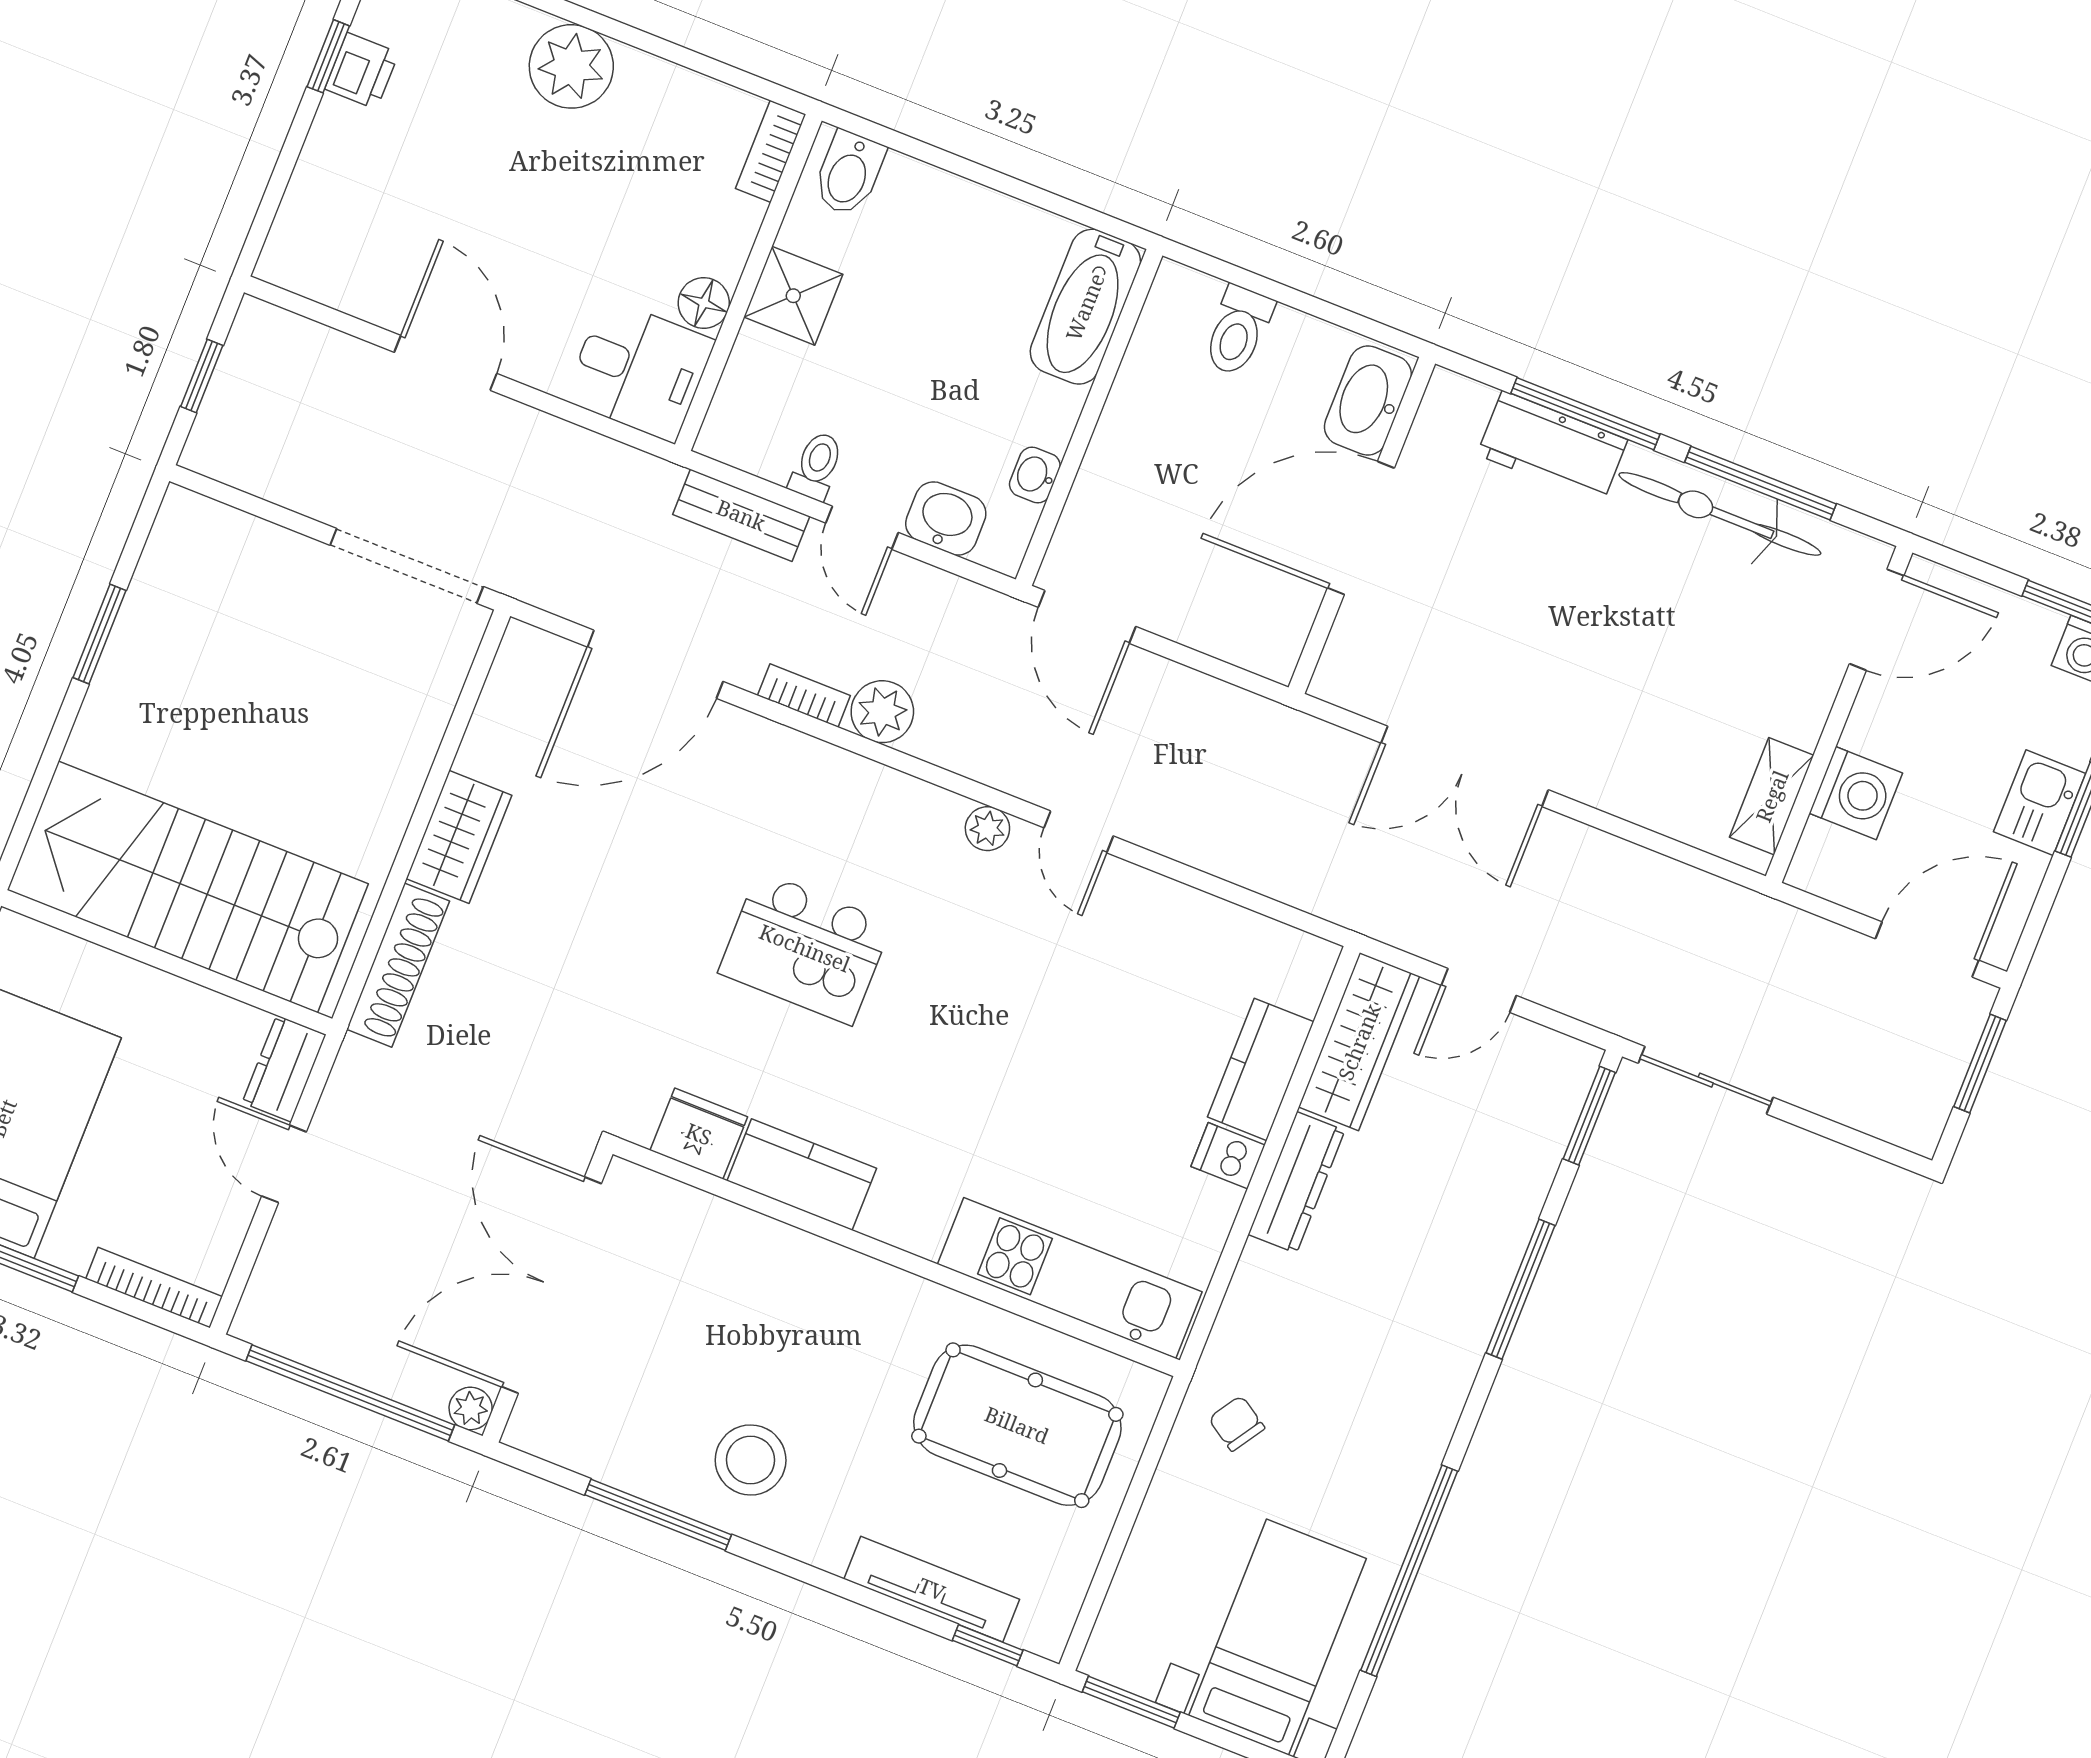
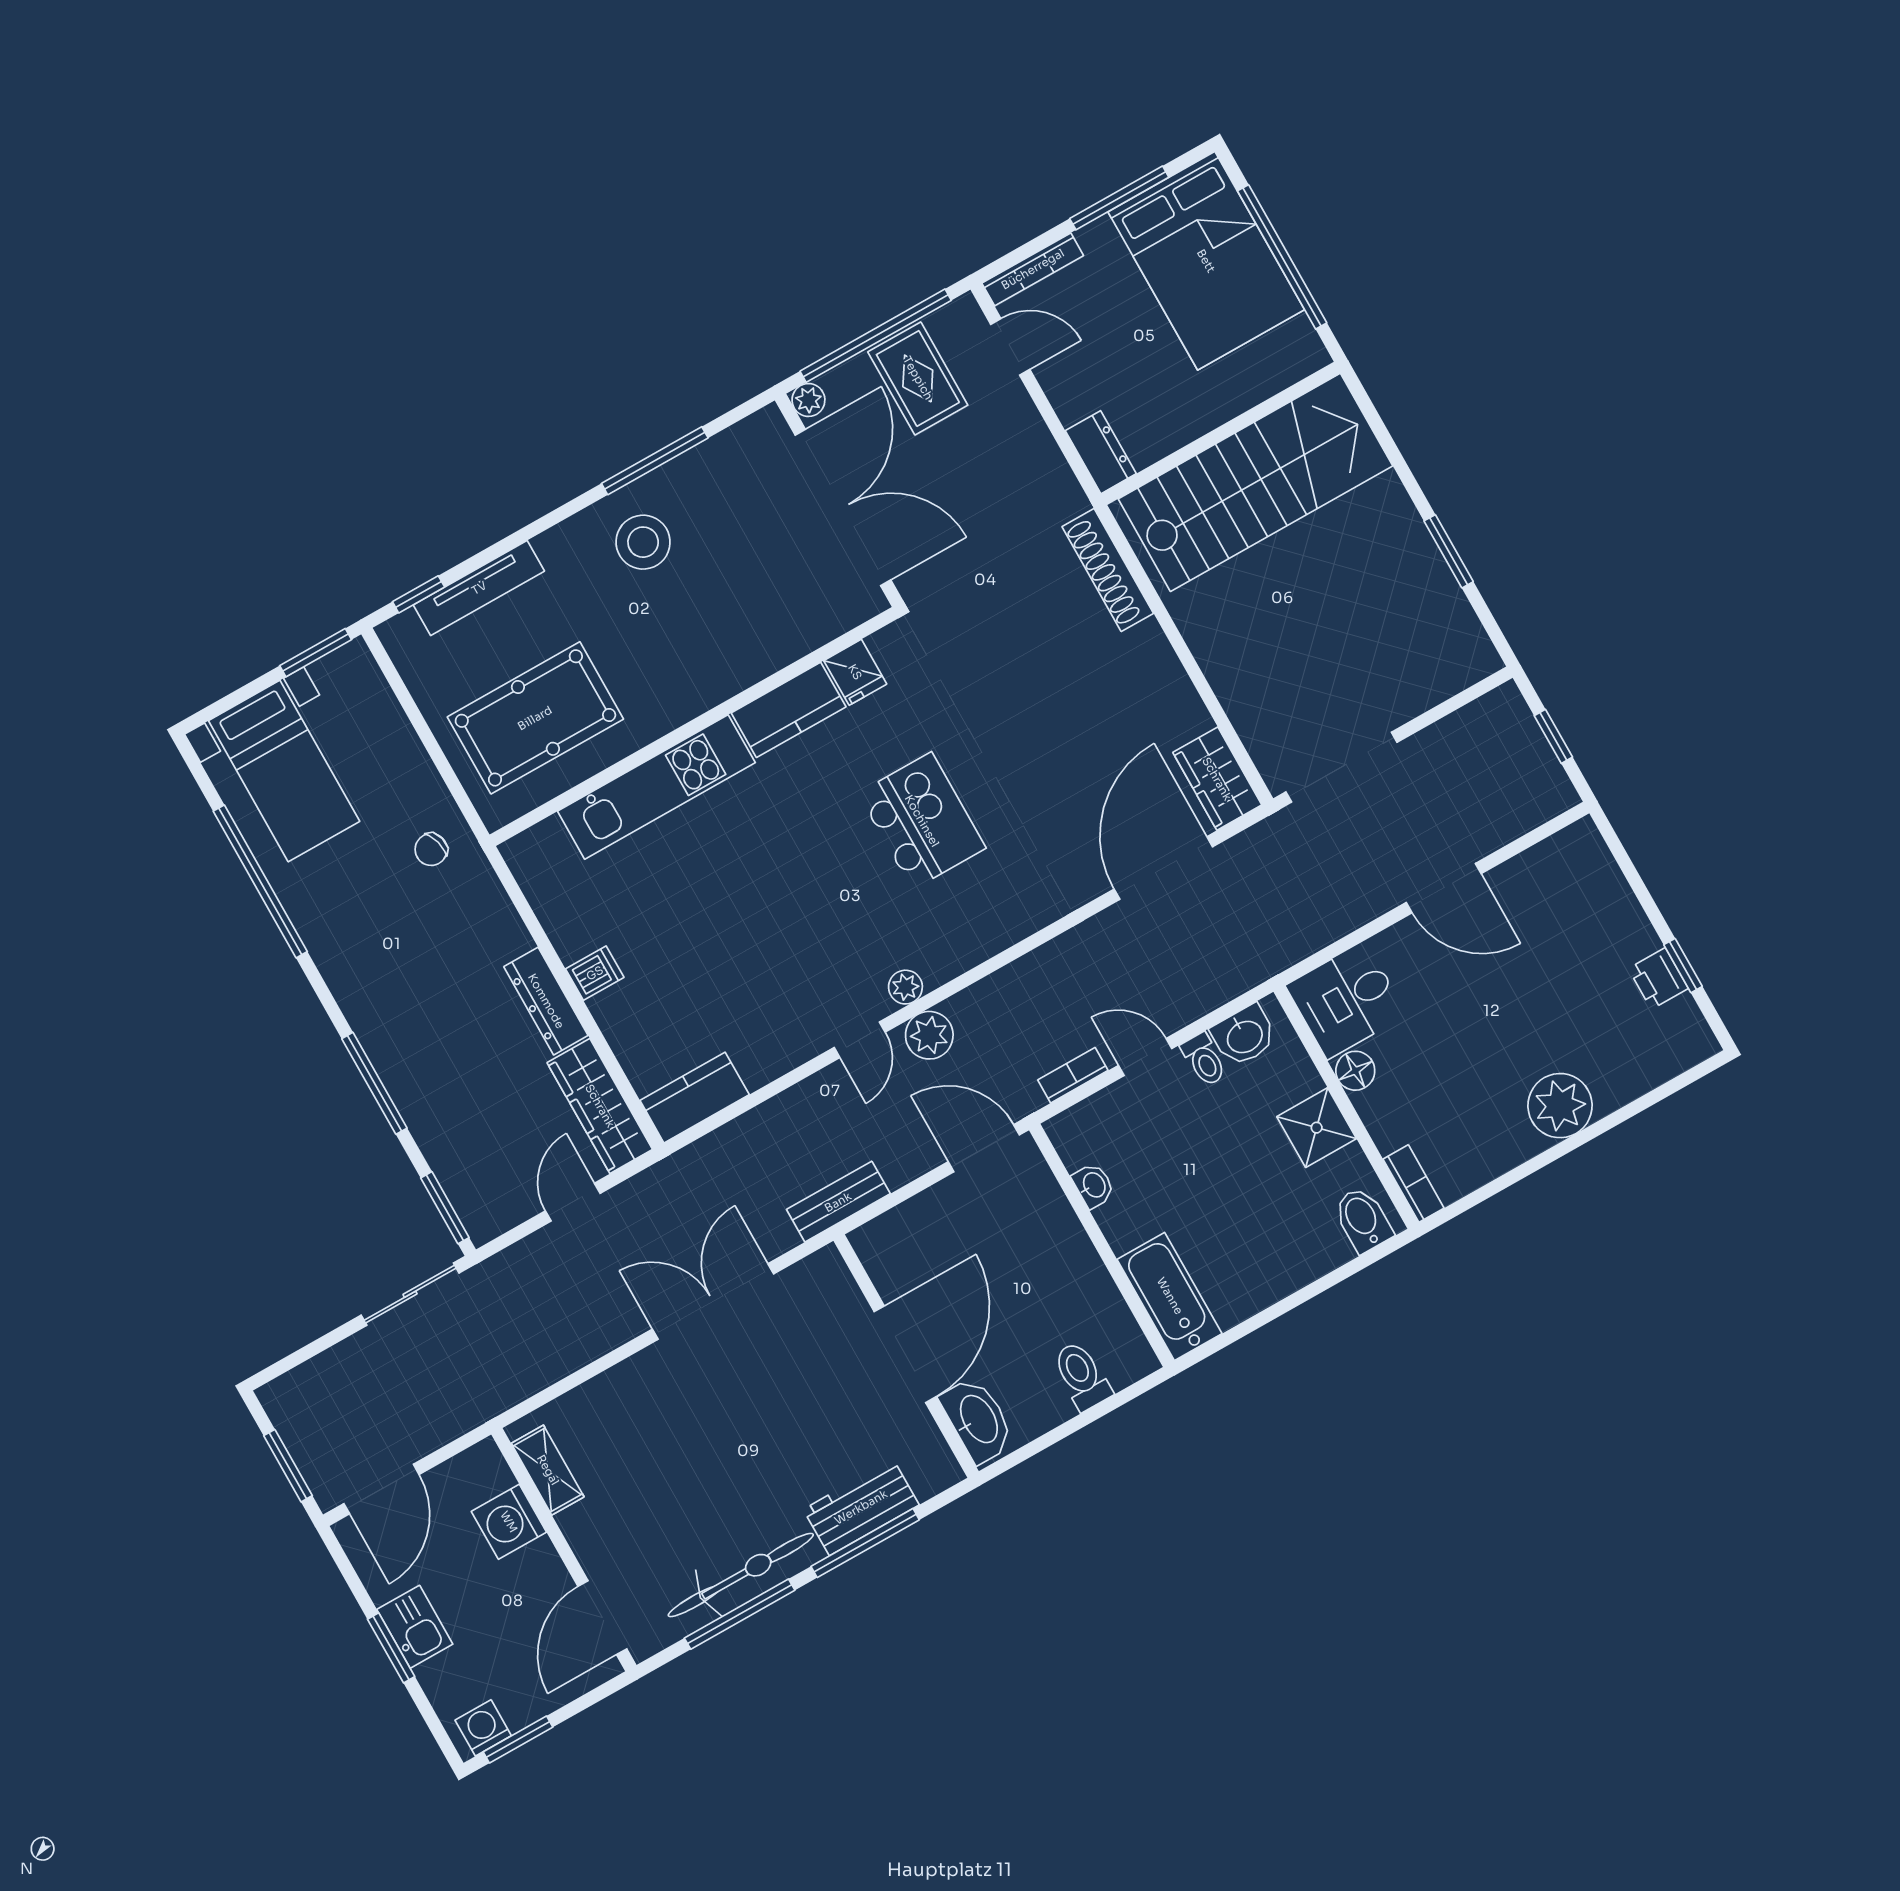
bench: (741, 515) -> (838, 1202), moved
washbasin: (946, 518) -> (1244, 1036), moved
bookcase: (804, 696) -> (1073, 1075), moved, turned 180
plant: (882, 712) -> (929, 1035), moved
door: (1079, 832) -> (860, 1040), swing flipped
wardrobe: (459, 837) -> (1217, 779), moved
kitchen island: (805, 948) -> (922, 821), turned 90
kitchen counter: (1261, 1069) -> (695, 1098), moved, turned -90
fridge: (699, 1134) -> (855, 672), width x0.72
door: (284, 1164) -> (1010, 347), moved
kitchen unit: (1070, 1278) -> (656, 787), moved
rug: (359, 1315) -> (918, 378), added
chair: (1237, 1423) -> (431, 849), turned 132

